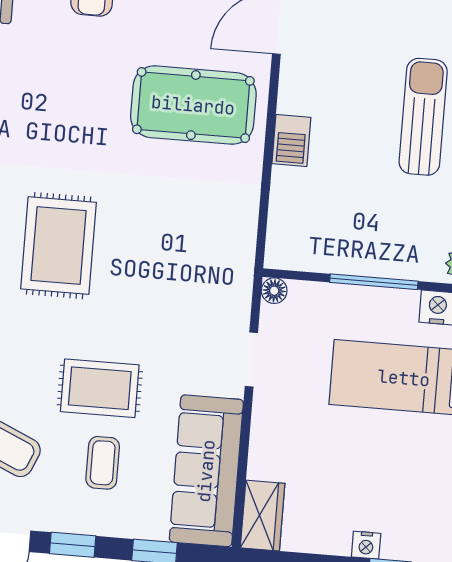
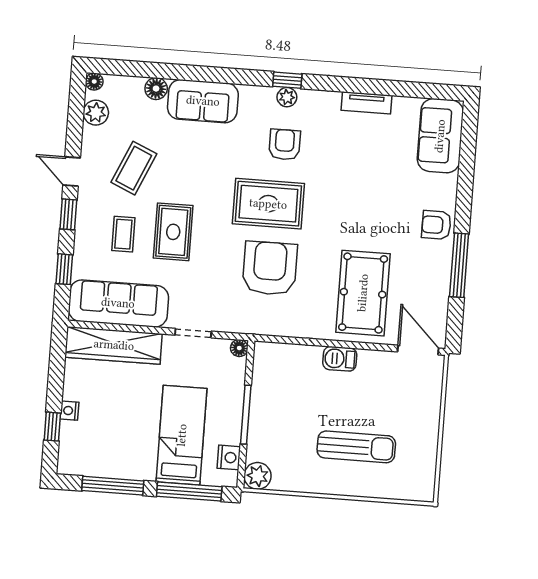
armchair: (155, 244) -> (270, 268), added
coffee table: (103, 463) -> (123, 234), turned 90
wardrobe: (263, 516) -> (114, 345), width x2.10, depth x1.17

